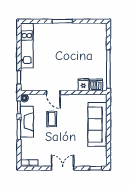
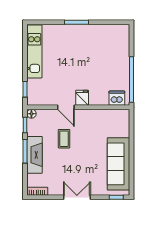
fridge: (83, 85) -> (82, 98), moved
fireplace: (27, 122) -> (34, 155), moved
sofa: (97, 125) -> (118, 164), moved

